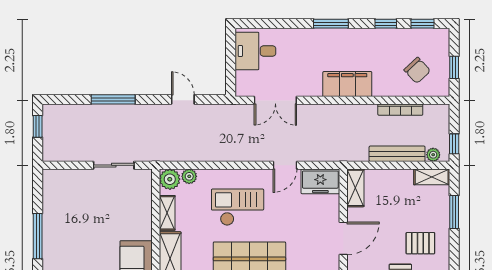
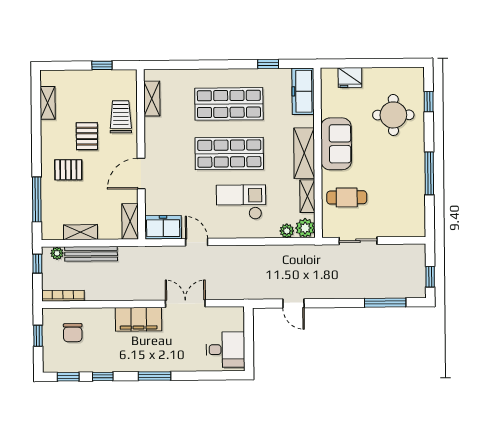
chair: (417, 70) -> (73, 333), turned -137
window: (113, 99) -> (385, 303), moved
double door: (275, 100) -> (185, 303), moved
bookcase: (400, 110) -> (63, 296), moved
door: (285, 165) -> (197, 242), hinge flipped
shelving: (432, 177) -> (80, 232), moved
checkout: (238, 207) -> (241, 202), turned 180
cafe table: (125, 211) -> (347, 197), added
window: (454, 212) -> (37, 199), width x1.44

